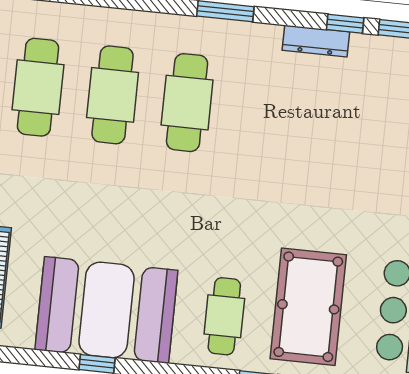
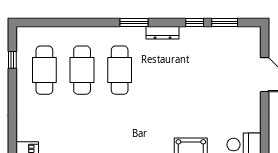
dresser: (316, 41) -> (163, 33), moved

